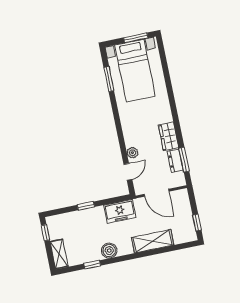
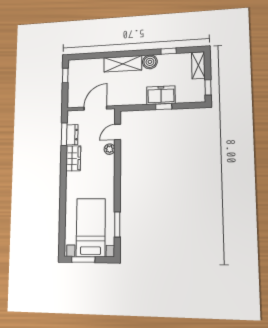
door: (156, 193) -> (95, 108), hinge flipped
freezer: (120, 211) -> (161, 95), moved
shelving: (153, 241) -> (123, 64), moved

